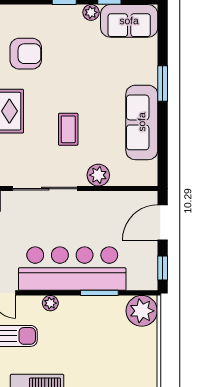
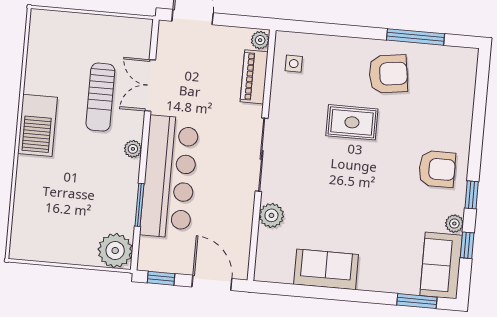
armchair: (26, 54) -> (437, 169), moved, turned -90
window: (163, 84) -> (417, 301), moved
sofa: (142, 122) -> (326, 269), width x0.73
coffee table: (68, 129) -> (326, 186), removed

